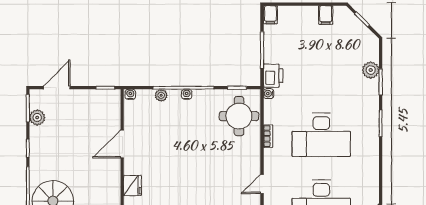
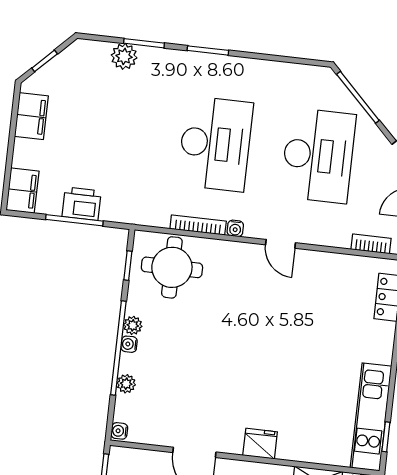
filing cabinet: (270, 15) -> (22, 191), width x2.00
filing cabinet: (326, 15) -> (31, 116), width x2.00
printer: (273, 76) -> (82, 204), moved
water cooler: (269, 94) -> (235, 228), moved
plant: (199, 95) -> (133, 325), added
bookcase: (268, 136) -> (198, 225), width x1.56

